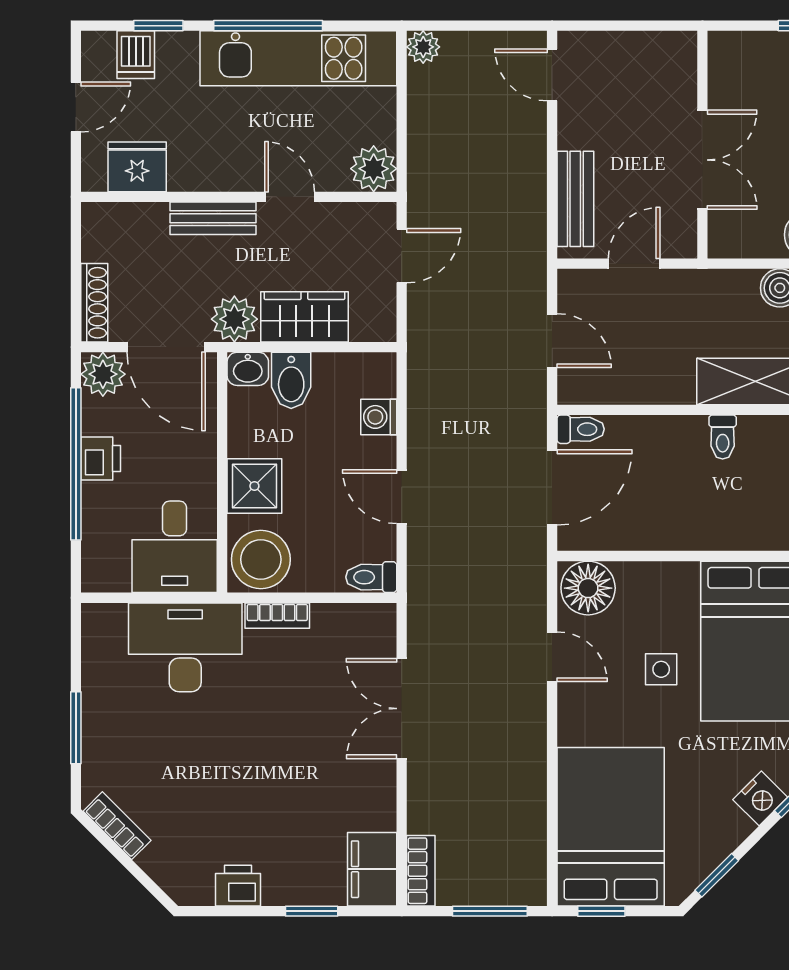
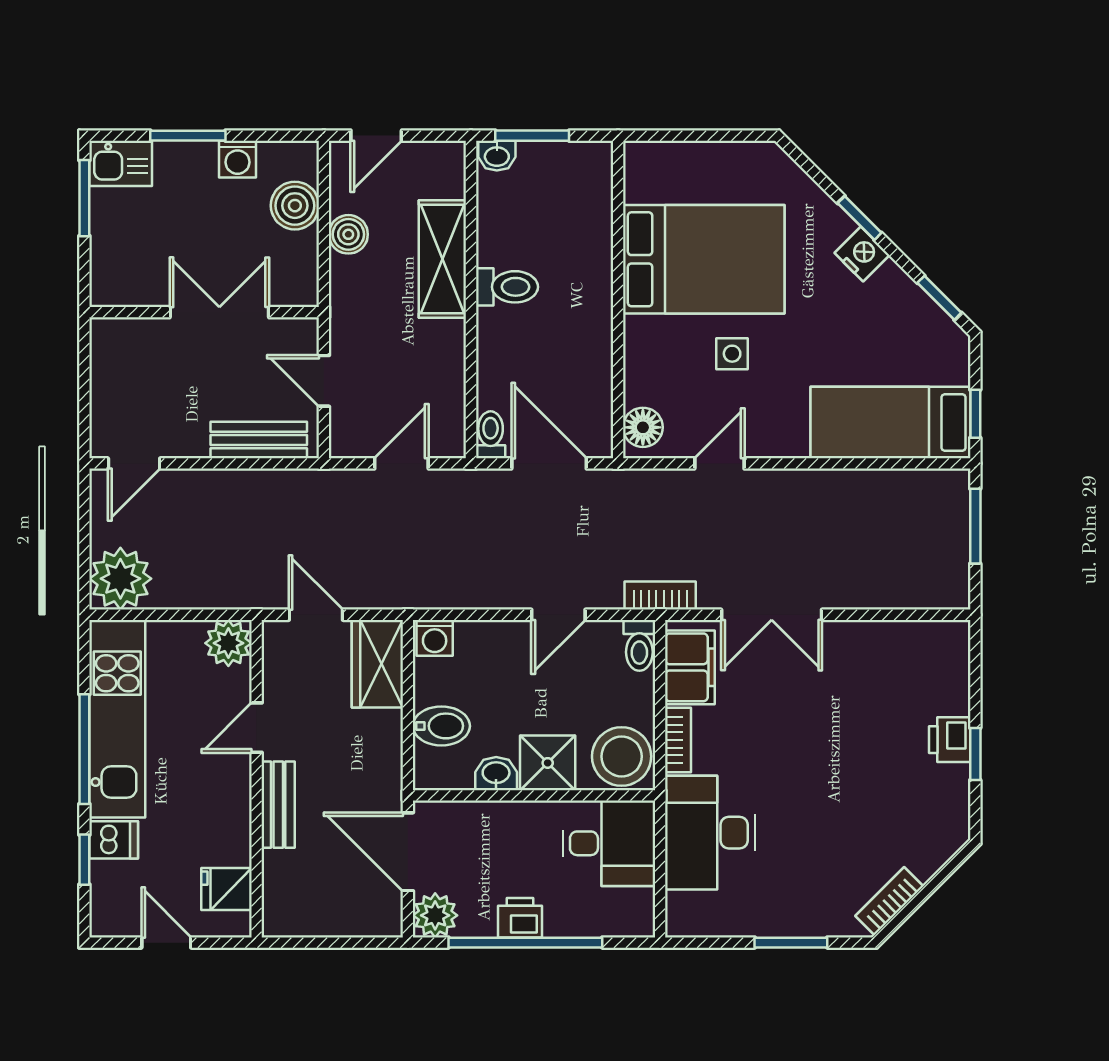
plant: (423, 47) -> (120, 579), width x1.88, depth x1.88
dishwasher: (136, 55) -> (114, 840), moved
fridge: (137, 167) -> (226, 889), width x0.72
shoe rack: (94, 303) -> (363, 924), removed
wardrobe: (304, 317) -> (377, 664), moved
plant: (234, 319) -> (380, 783), removed
door: (166, 347) -> (408, 852), swing flipped
washbasin: (248, 369) -> (496, 774), moved, turned -90
washing machine: (379, 417) -> (435, 638), moved
toilet: (723, 437) -> (507, 287), width x1.37, depth x1.39
floor lamp: (588, 588) -> (643, 427), width x0.73, depth x0.73
bed: (611, 827) -> (890, 422), width x0.67
filing cabinet: (372, 869) -> (690, 667), moved, turned -90
bookcase: (421, 871) -> (660, 595), moved
printer: (238, 886) -> (950, 740), moved
window: (312, 911) -> (975, 754), moved

